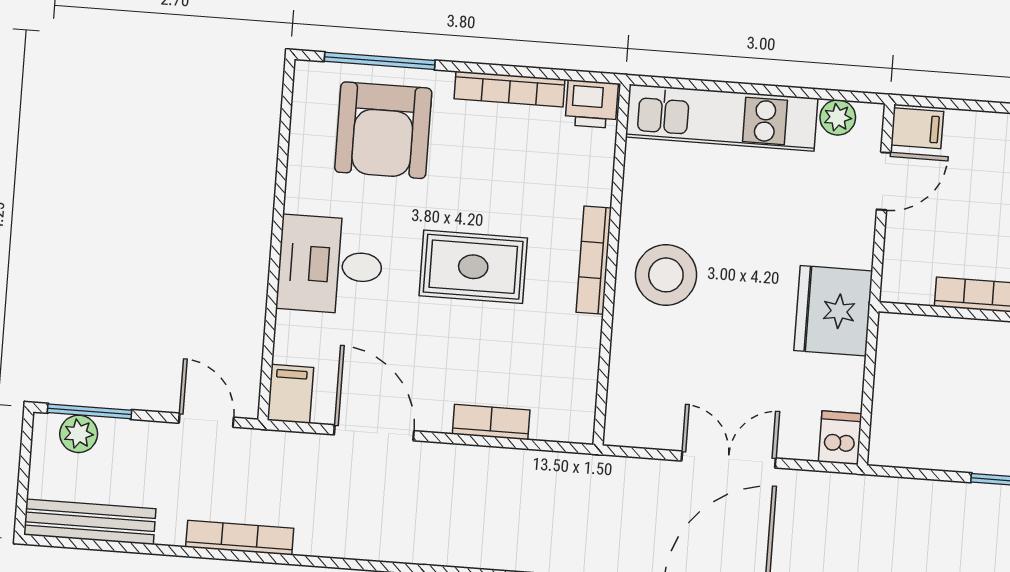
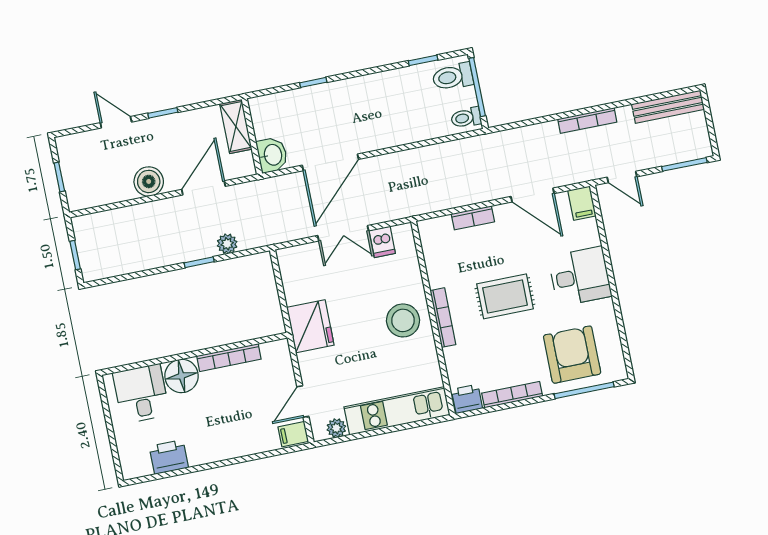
plant: (79, 434) -> (227, 244), moved
dishwasher: (840, 438) -> (382, 242), moved

